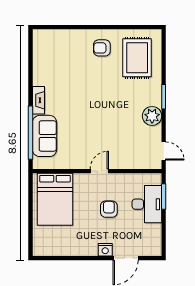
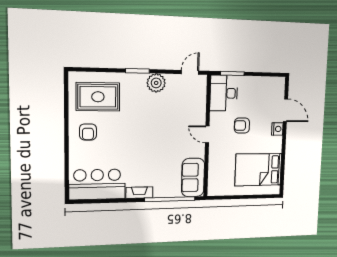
bar counter: (48, 57) -> (97, 184), added
sofa: (45, 136) -> (193, 177), moved, turned -90
bed: (55, 199) -> (258, 170), moved, turned 180
desk: (147, 204) -> (224, 93), moved, turned -90

